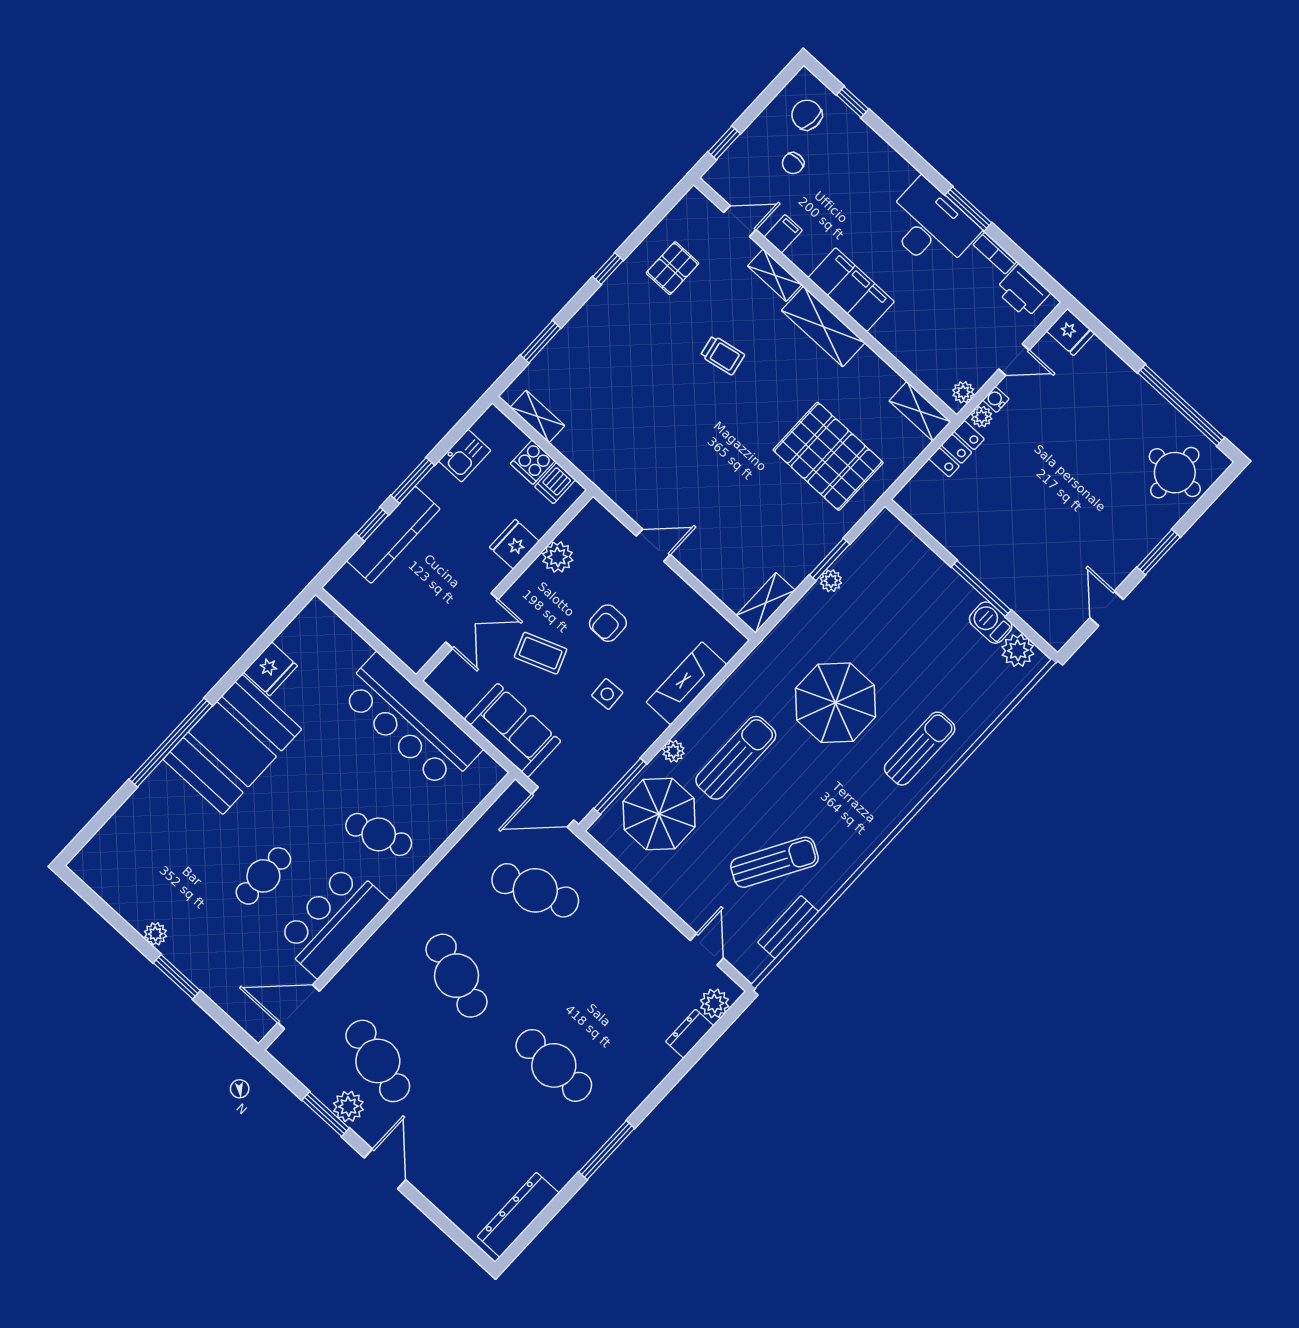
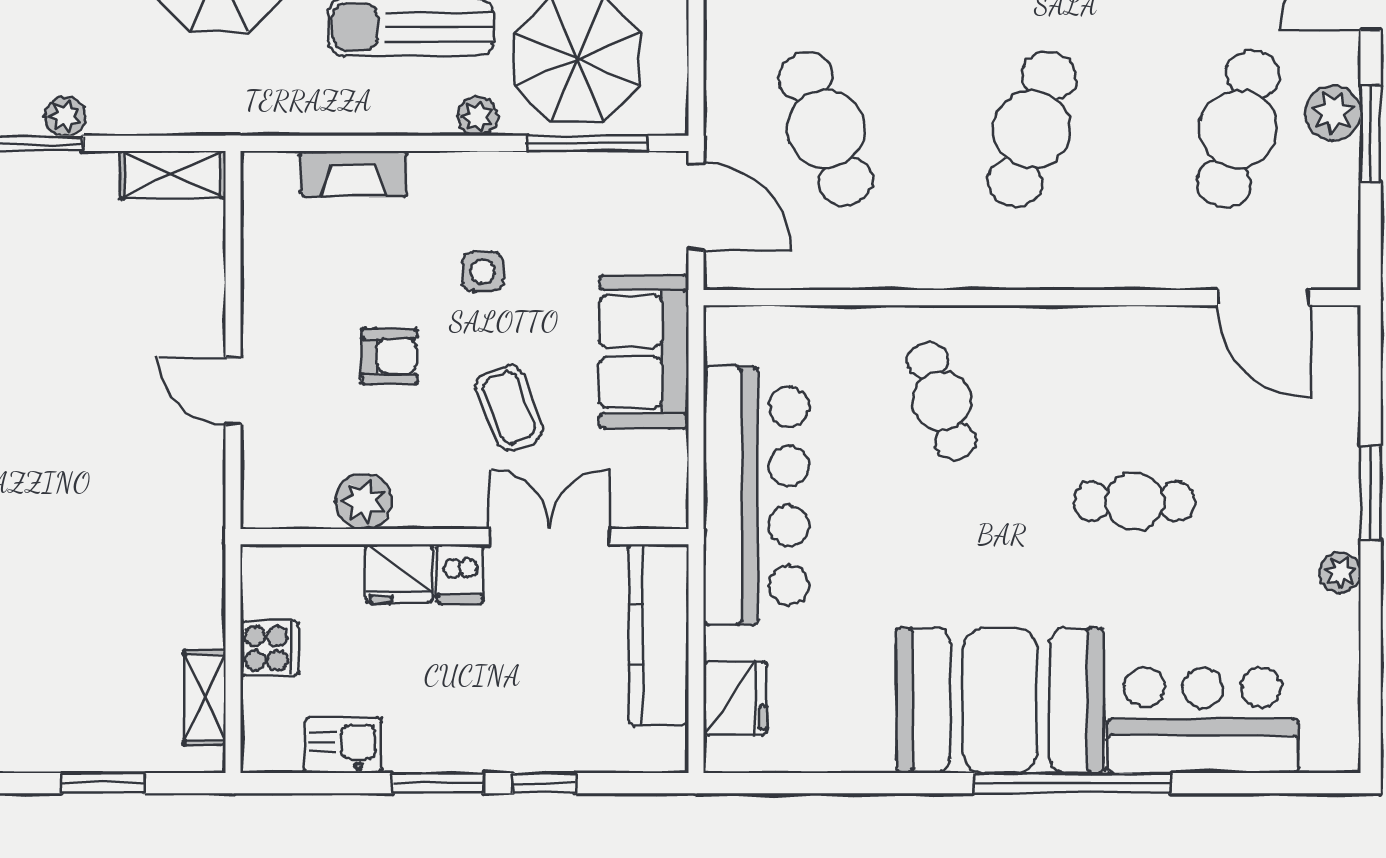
dishwasher: (555, 483) -> (460, 574), moved, turned 90
kitchen counter: (393, 535) -> (658, 635), moved, turned -90
fridge: (271, 669) -> (735, 698), moved, turned 90
fireplace: (686, 683) -> (353, 174), width x0.73, depth x0.76
bar counter: (332, 920) -> (1203, 720), moved, turned 180

